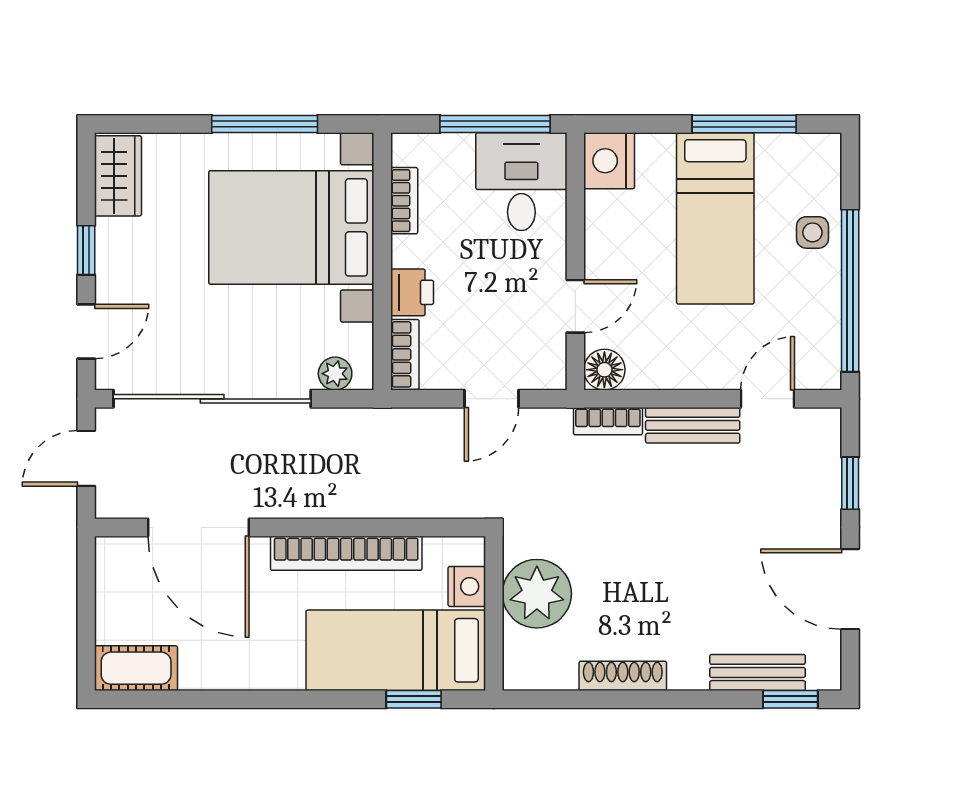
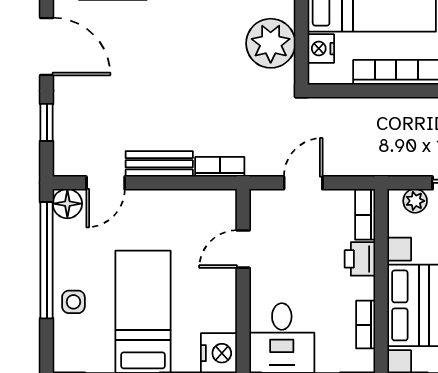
floor lamp: (604, 370) -> (67, 204), moved

